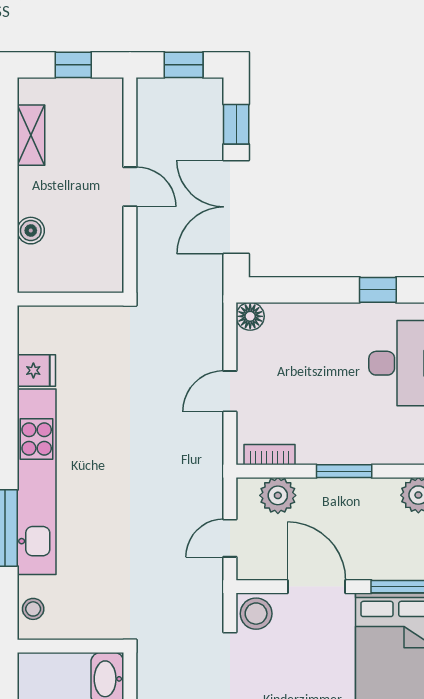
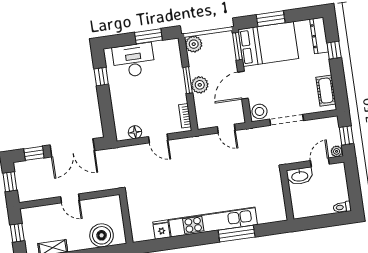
door: (130, 187) -> (70, 198), swing flipped
boiler: (31, 231) -> (102, 235), width x1.86, depth x1.86
floor lamp: (250, 316) -> (135, 132), moved
plant: (278, 495) -> (200, 85), moved
stool: (33, 609) -> (272, 215), removed

